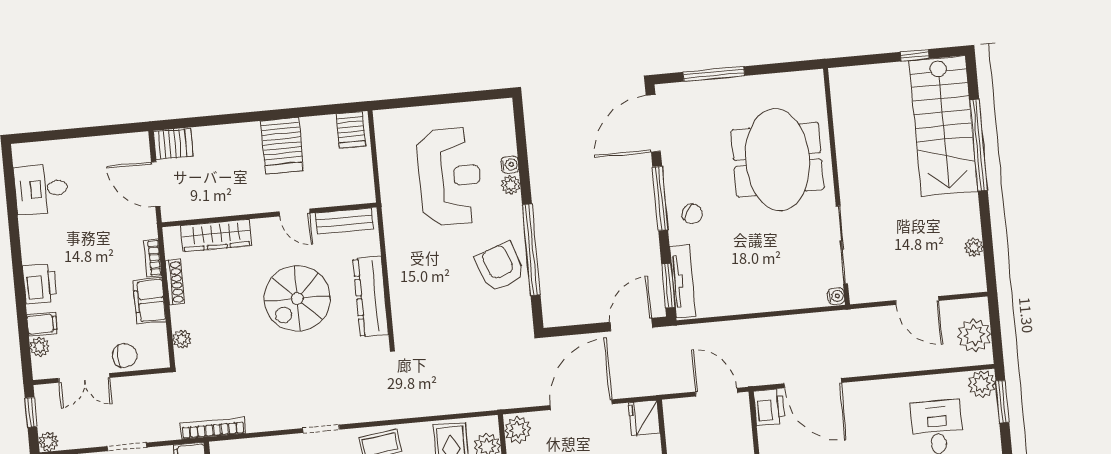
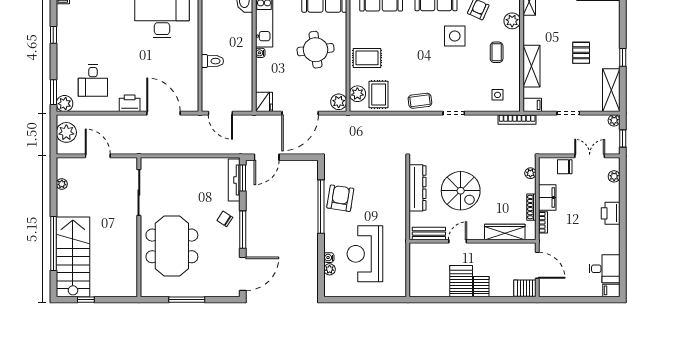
window: (714, 74) -> (187, 300), moved
server rack: (351, 130) -> (481, 287), moved
plant: (511, 185) -> (330, 269), moved
door: (295, 212) -> (458, 241), hinge flipped
armchair: (500, 267) -> (340, 198), turned -152
water cooler: (836, 296) -> (145, 163), removed
spiral stairs: (297, 298) -> (461, 191), turned 90
filing cabinet: (42, 324) -> (611, 290), moved
printer: (769, 407) -> (130, 103), moved, turned 90

